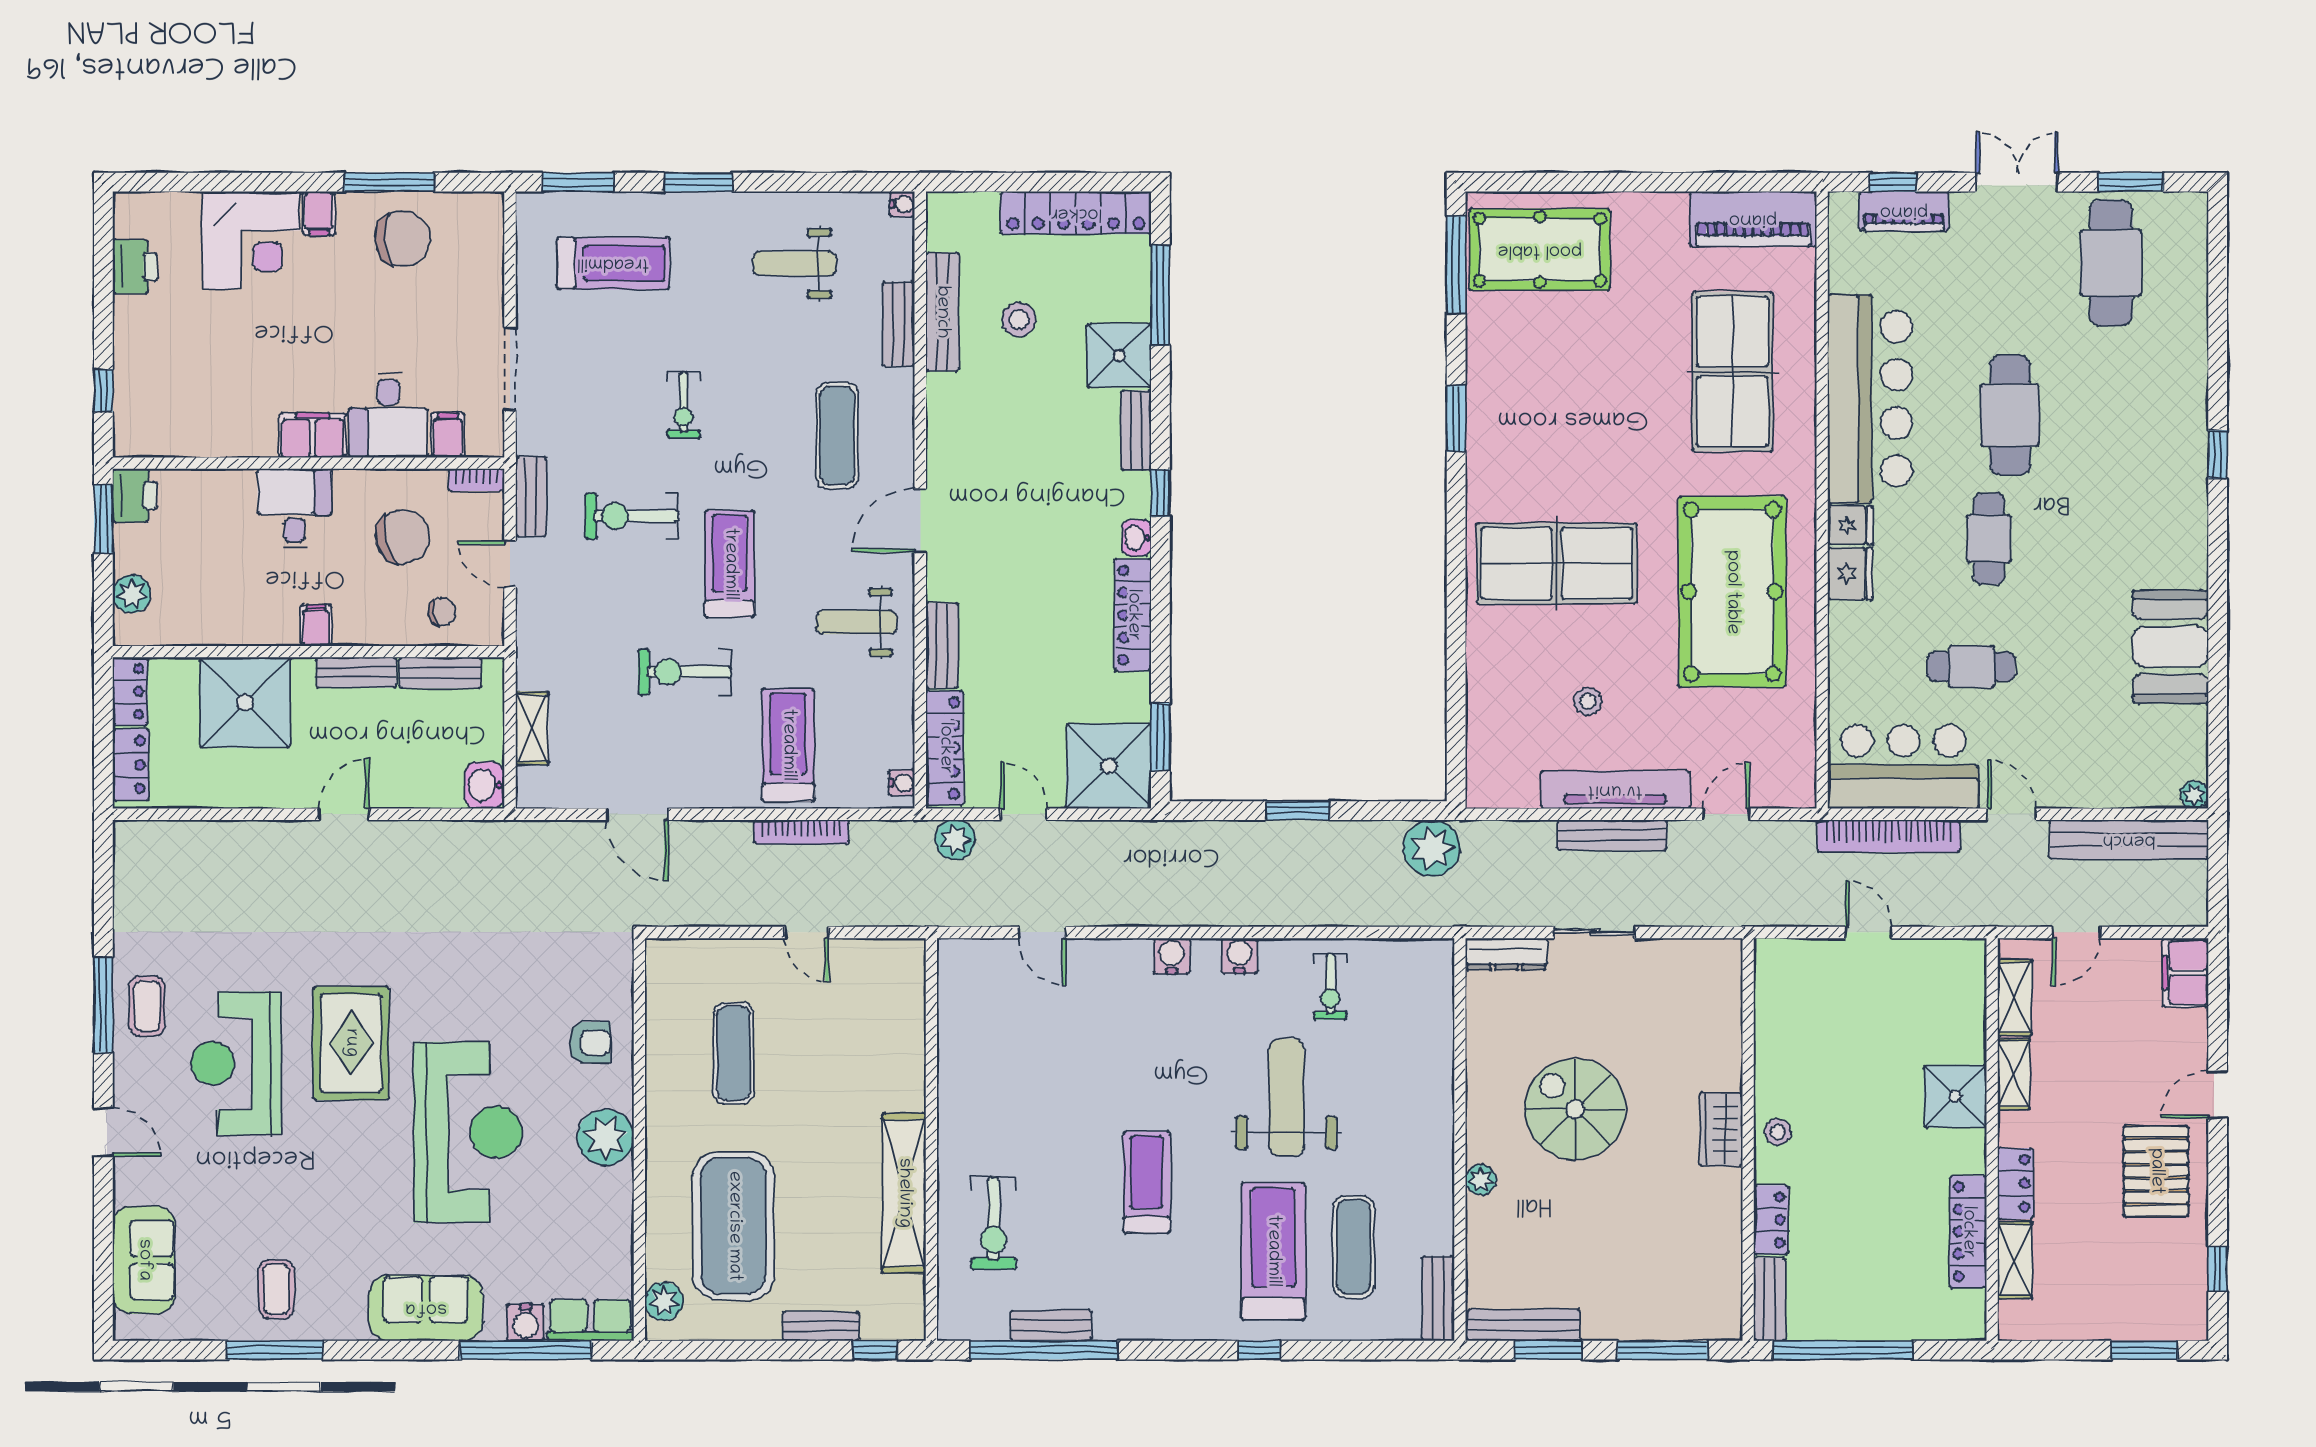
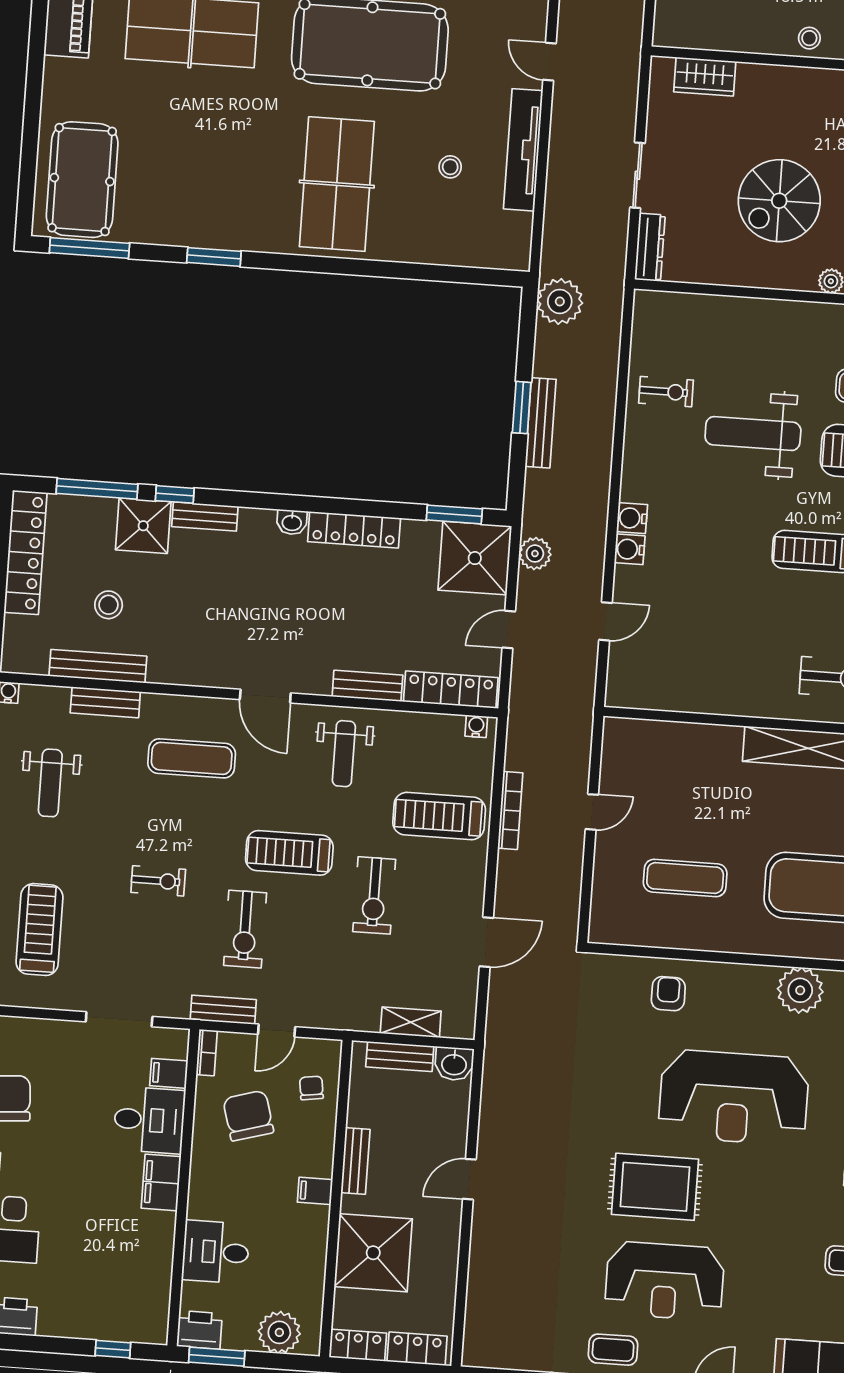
window: (1160, 493) -> (175, 494), moved
desk: (295, 509) -> (216, 1252), moved
plant: (132, 594) -> (279, 1332), width x1.36, depth x1.36
bench: (440, 673) -> (400, 1056), moved, turned 90
door: (344, 814) -> (469, 1179), hinge flipped
bench: (1612, 835) -> (541, 423), moved
plant: (955, 840) -> (535, 554), moved
water cooler: (1240, 956) -> (630, 549), moved
wardrobe: (1721, 1129) -> (705, 77), moved
reception desk: (468, 1132) -> (734, 1097), turned 180
plant: (606, 1137) -> (800, 990), moved

